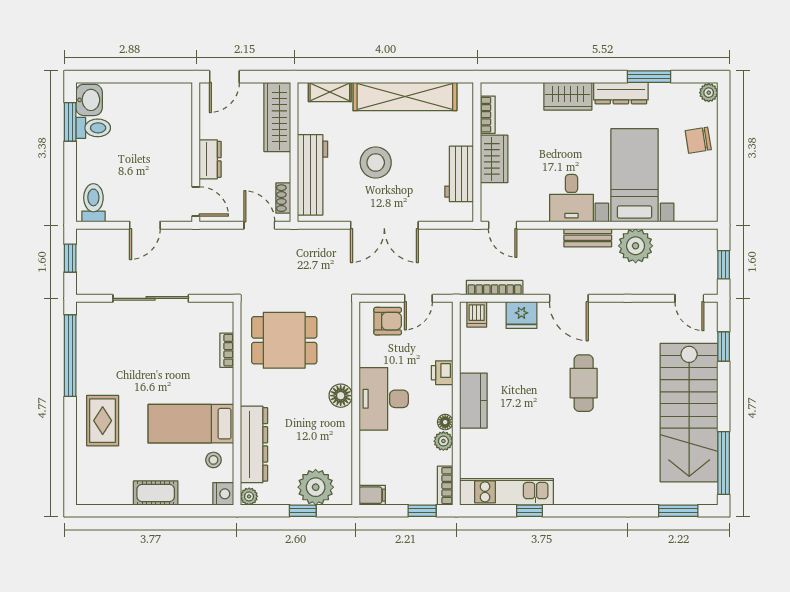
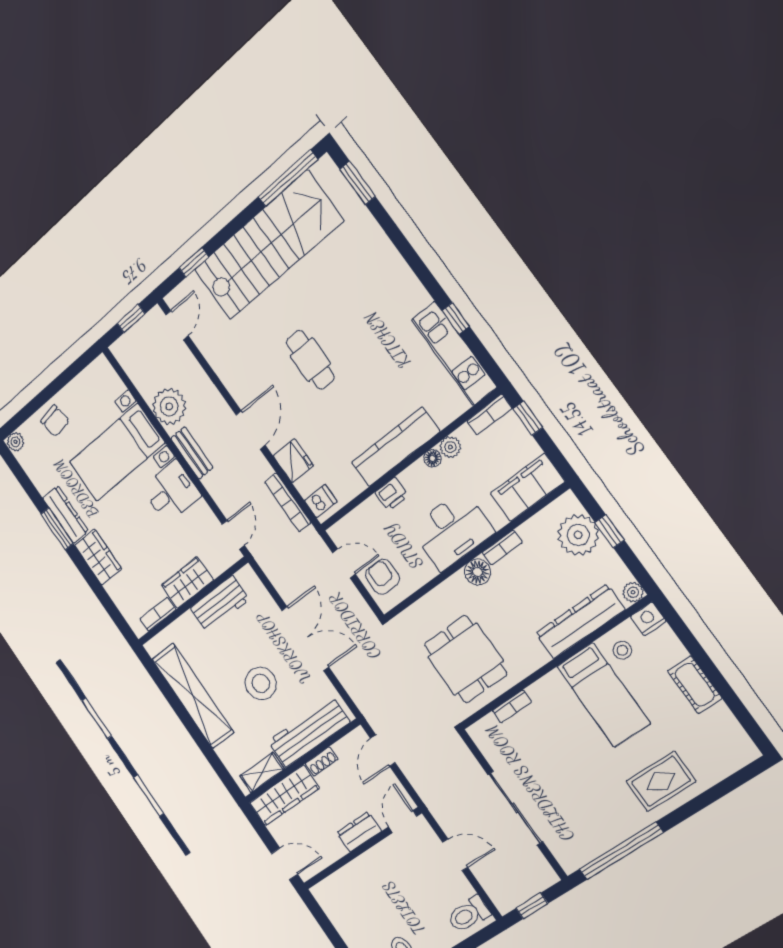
window: (649, 77) -> (57, 529), moved
shelving: (330, 92) -> (262, 772), moved, turned 90
shoe rack: (283, 198) -> (322, 761), moved
cafe table: (584, 383) -> (310, 360), turned 90
kitchen counter: (473, 401) -> (395, 447), width x1.50
bookcase: (345, 426) -> (502, 548), added
filing cabinet: (372, 495) -> (527, 487), width x3.00, depth x1.17

